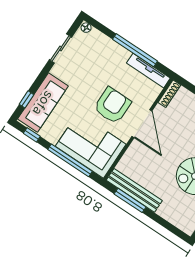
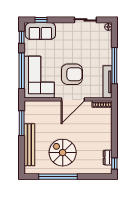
sofa: (43, 103) -> (40, 31), width x0.73
bench: (134, 190) -> (29, 145), moved

